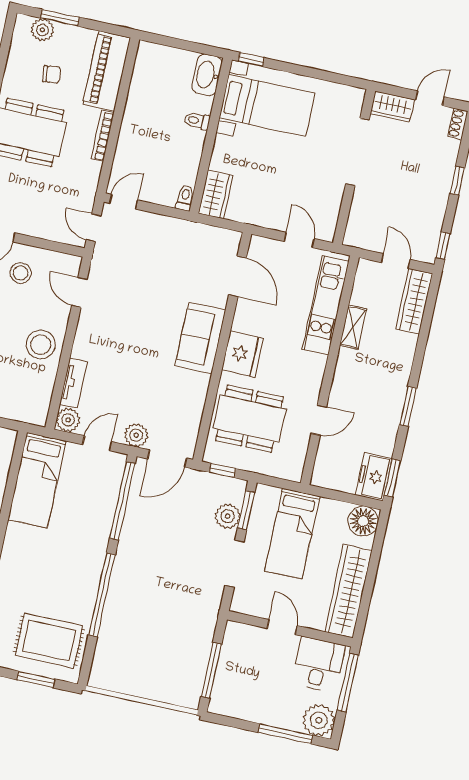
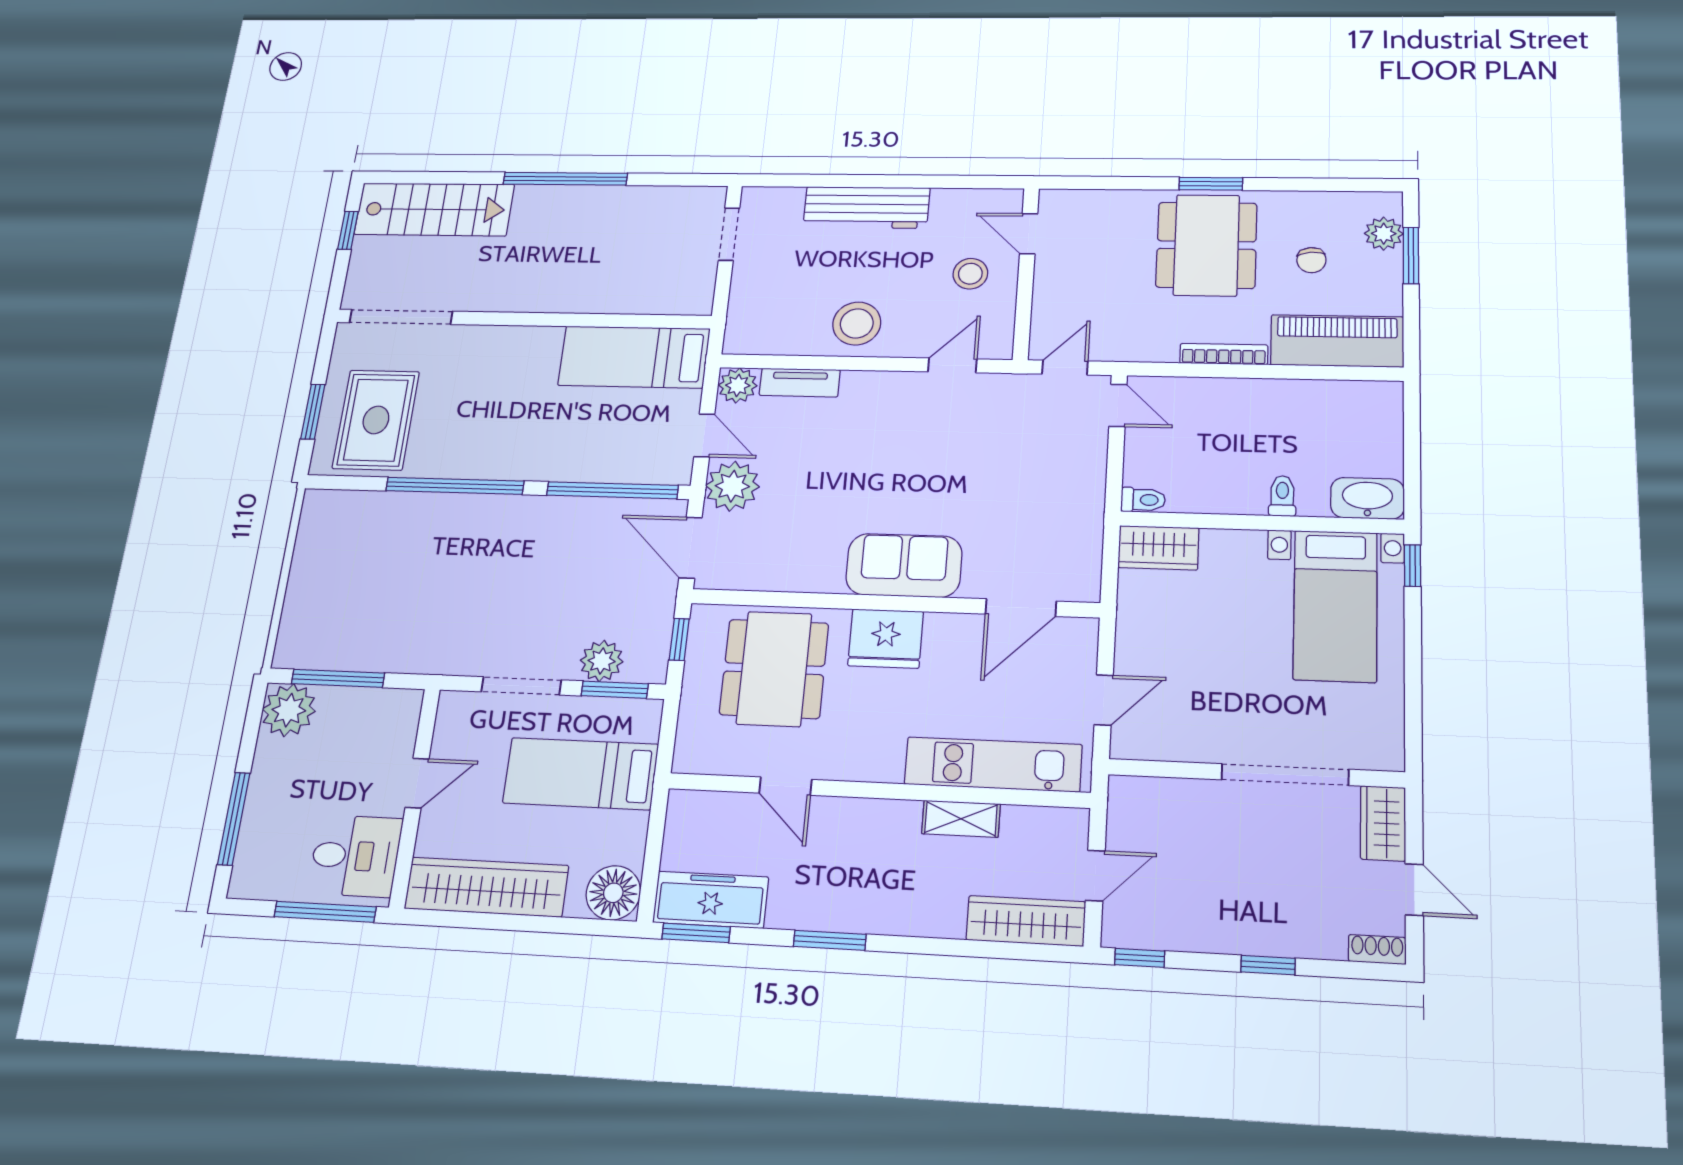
plant: (136, 435) -> (732, 486), width x1.36, depth x1.36
freezer: (374, 477) -> (711, 900), width x1.40
plant: (319, 720) -> (289, 710), moved

